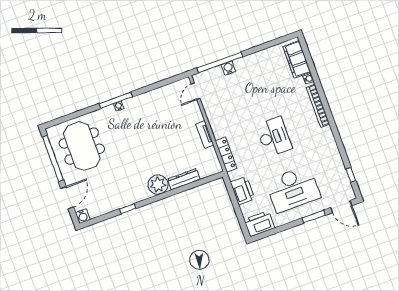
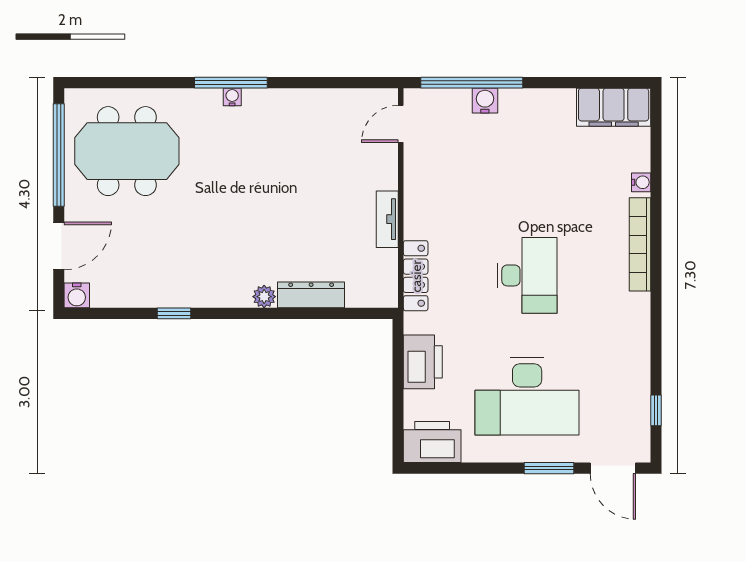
filing cabinet: (297, 59) -> (614, 107), moved, turned -90
meeting table: (82, 146) -> (127, 151), turned 90
plant: (158, 185) -> (264, 297), width x0.53, depth x0.53

